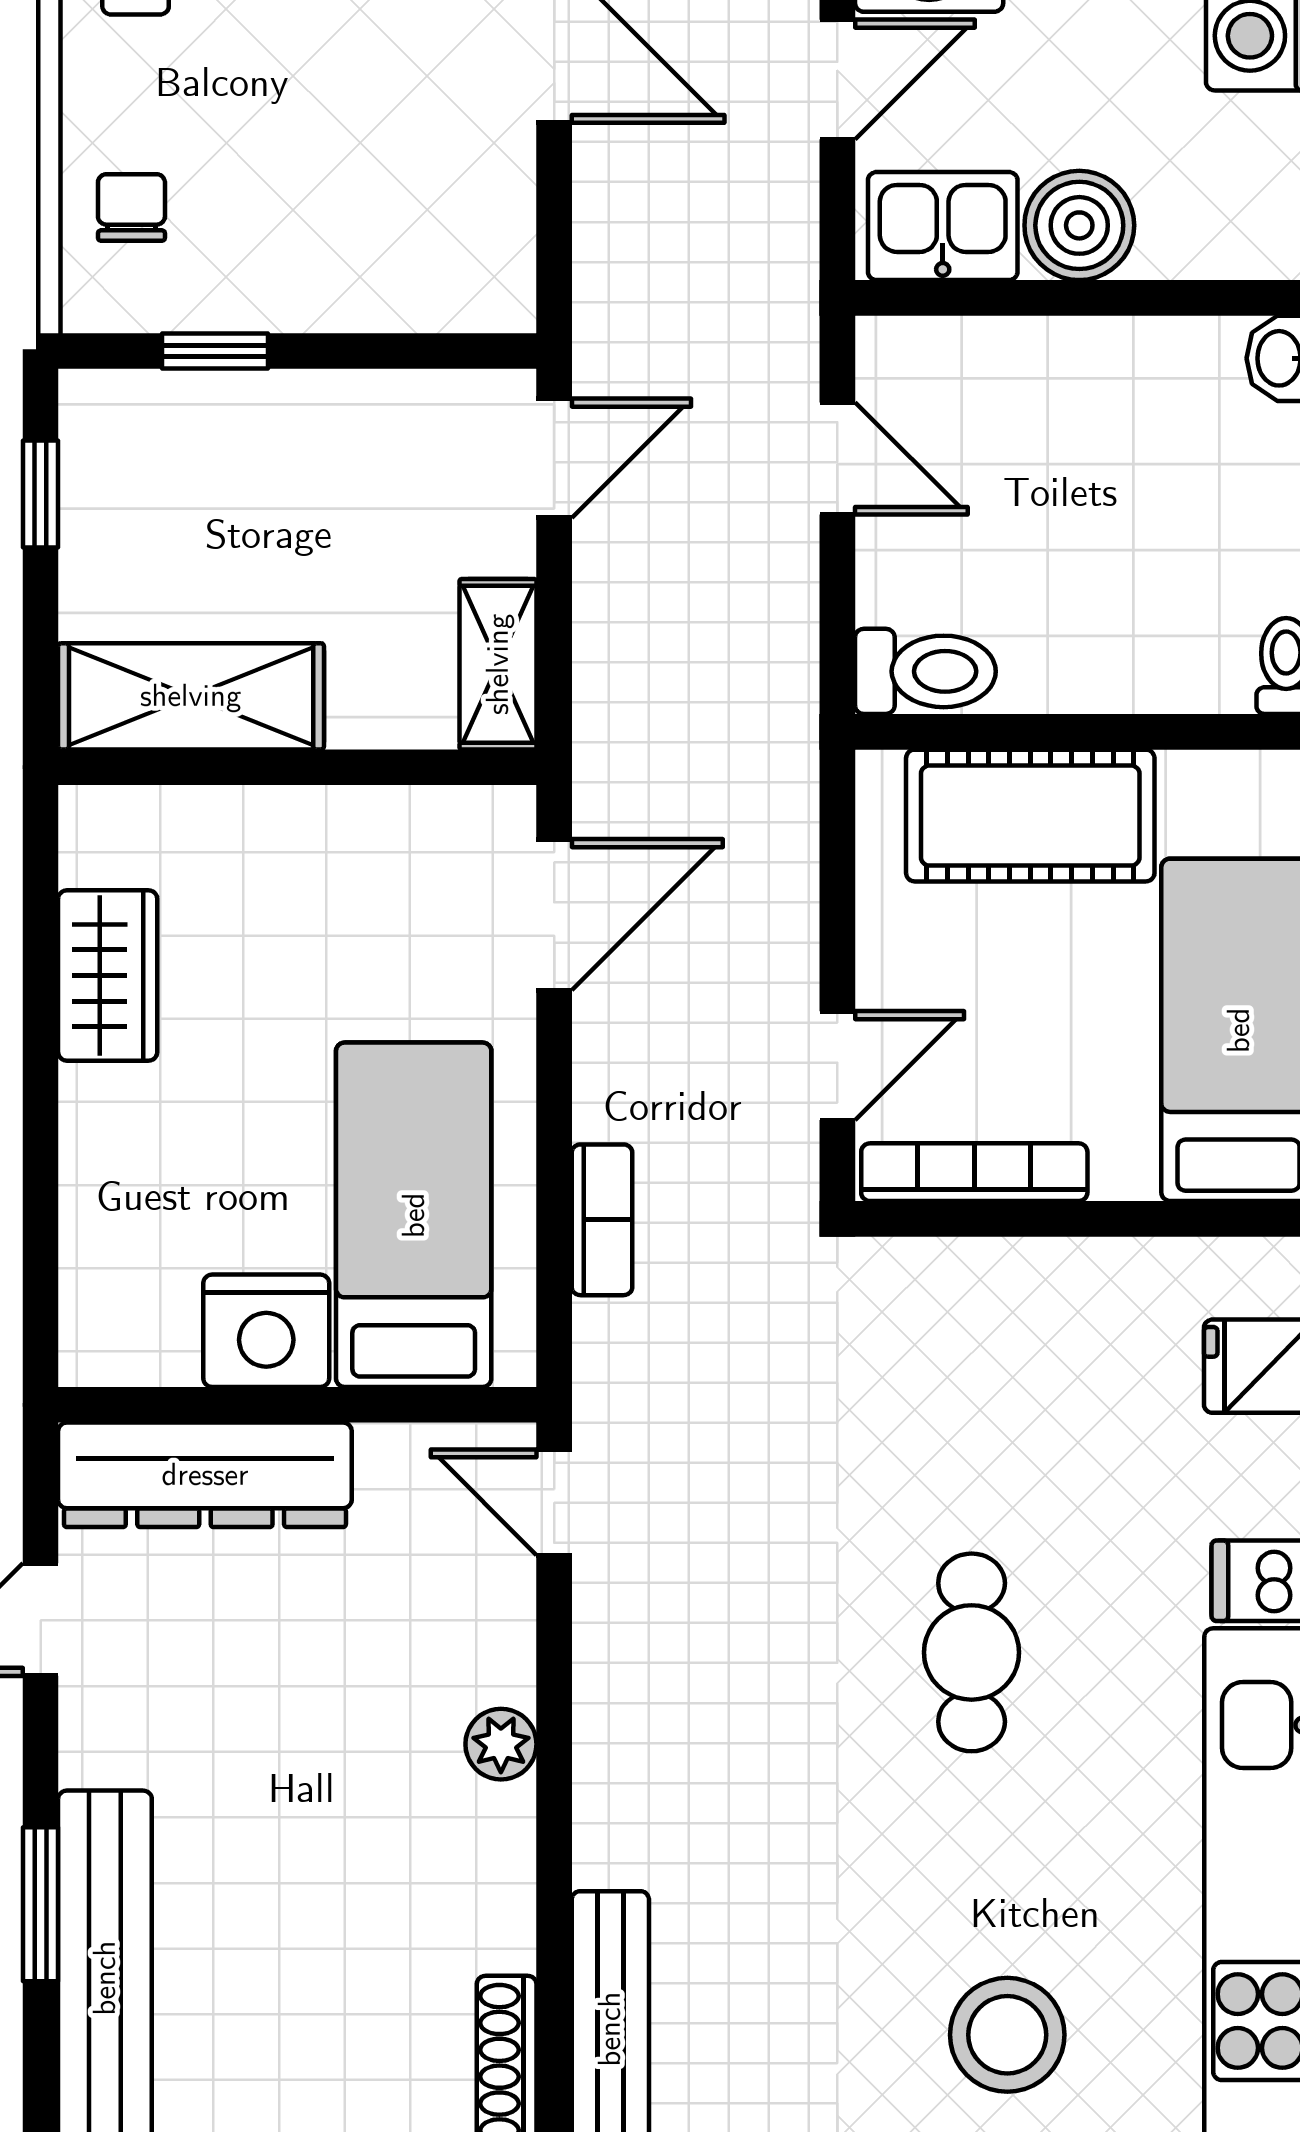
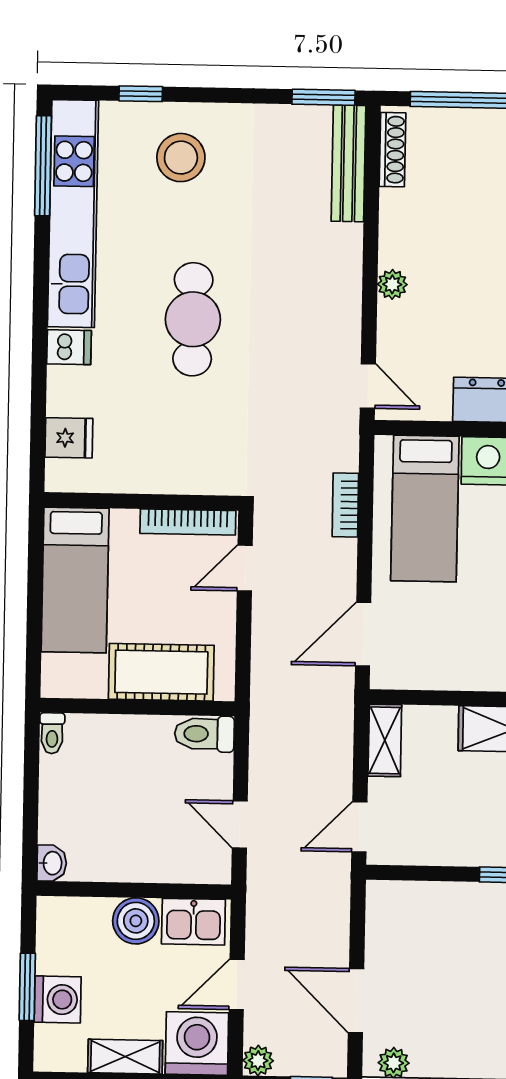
cafe table: (972, 1652) -> (193, 319), width x1.37, depth x1.35

